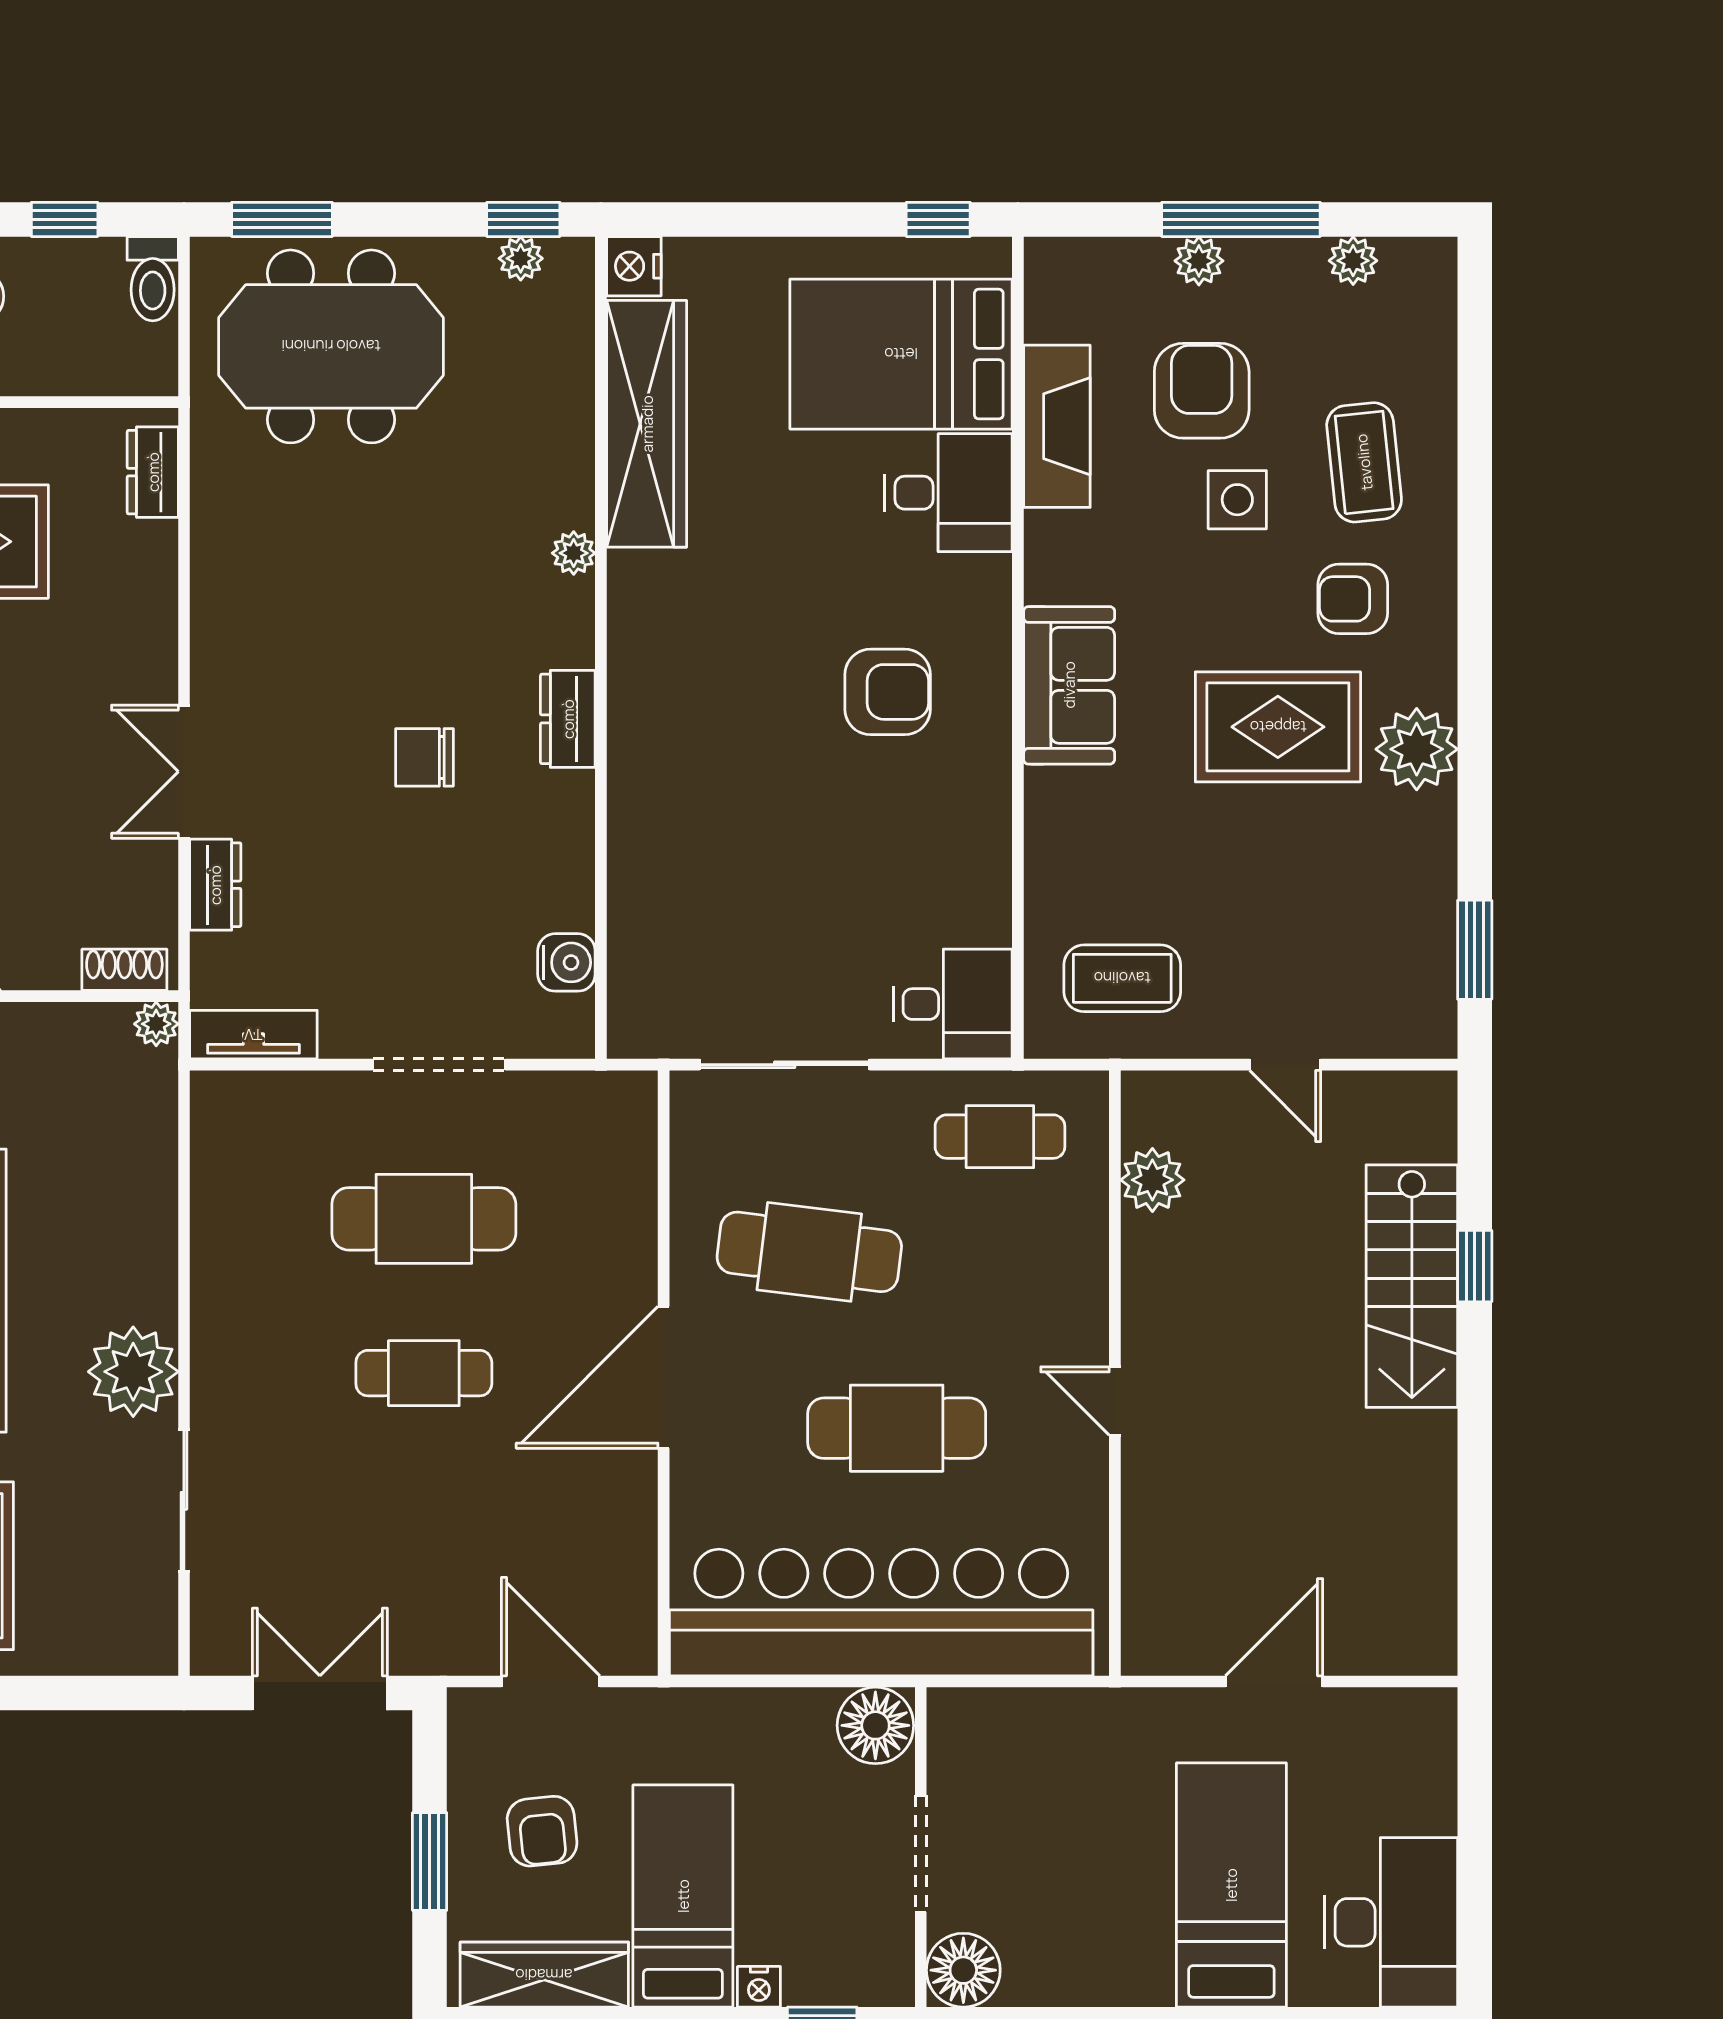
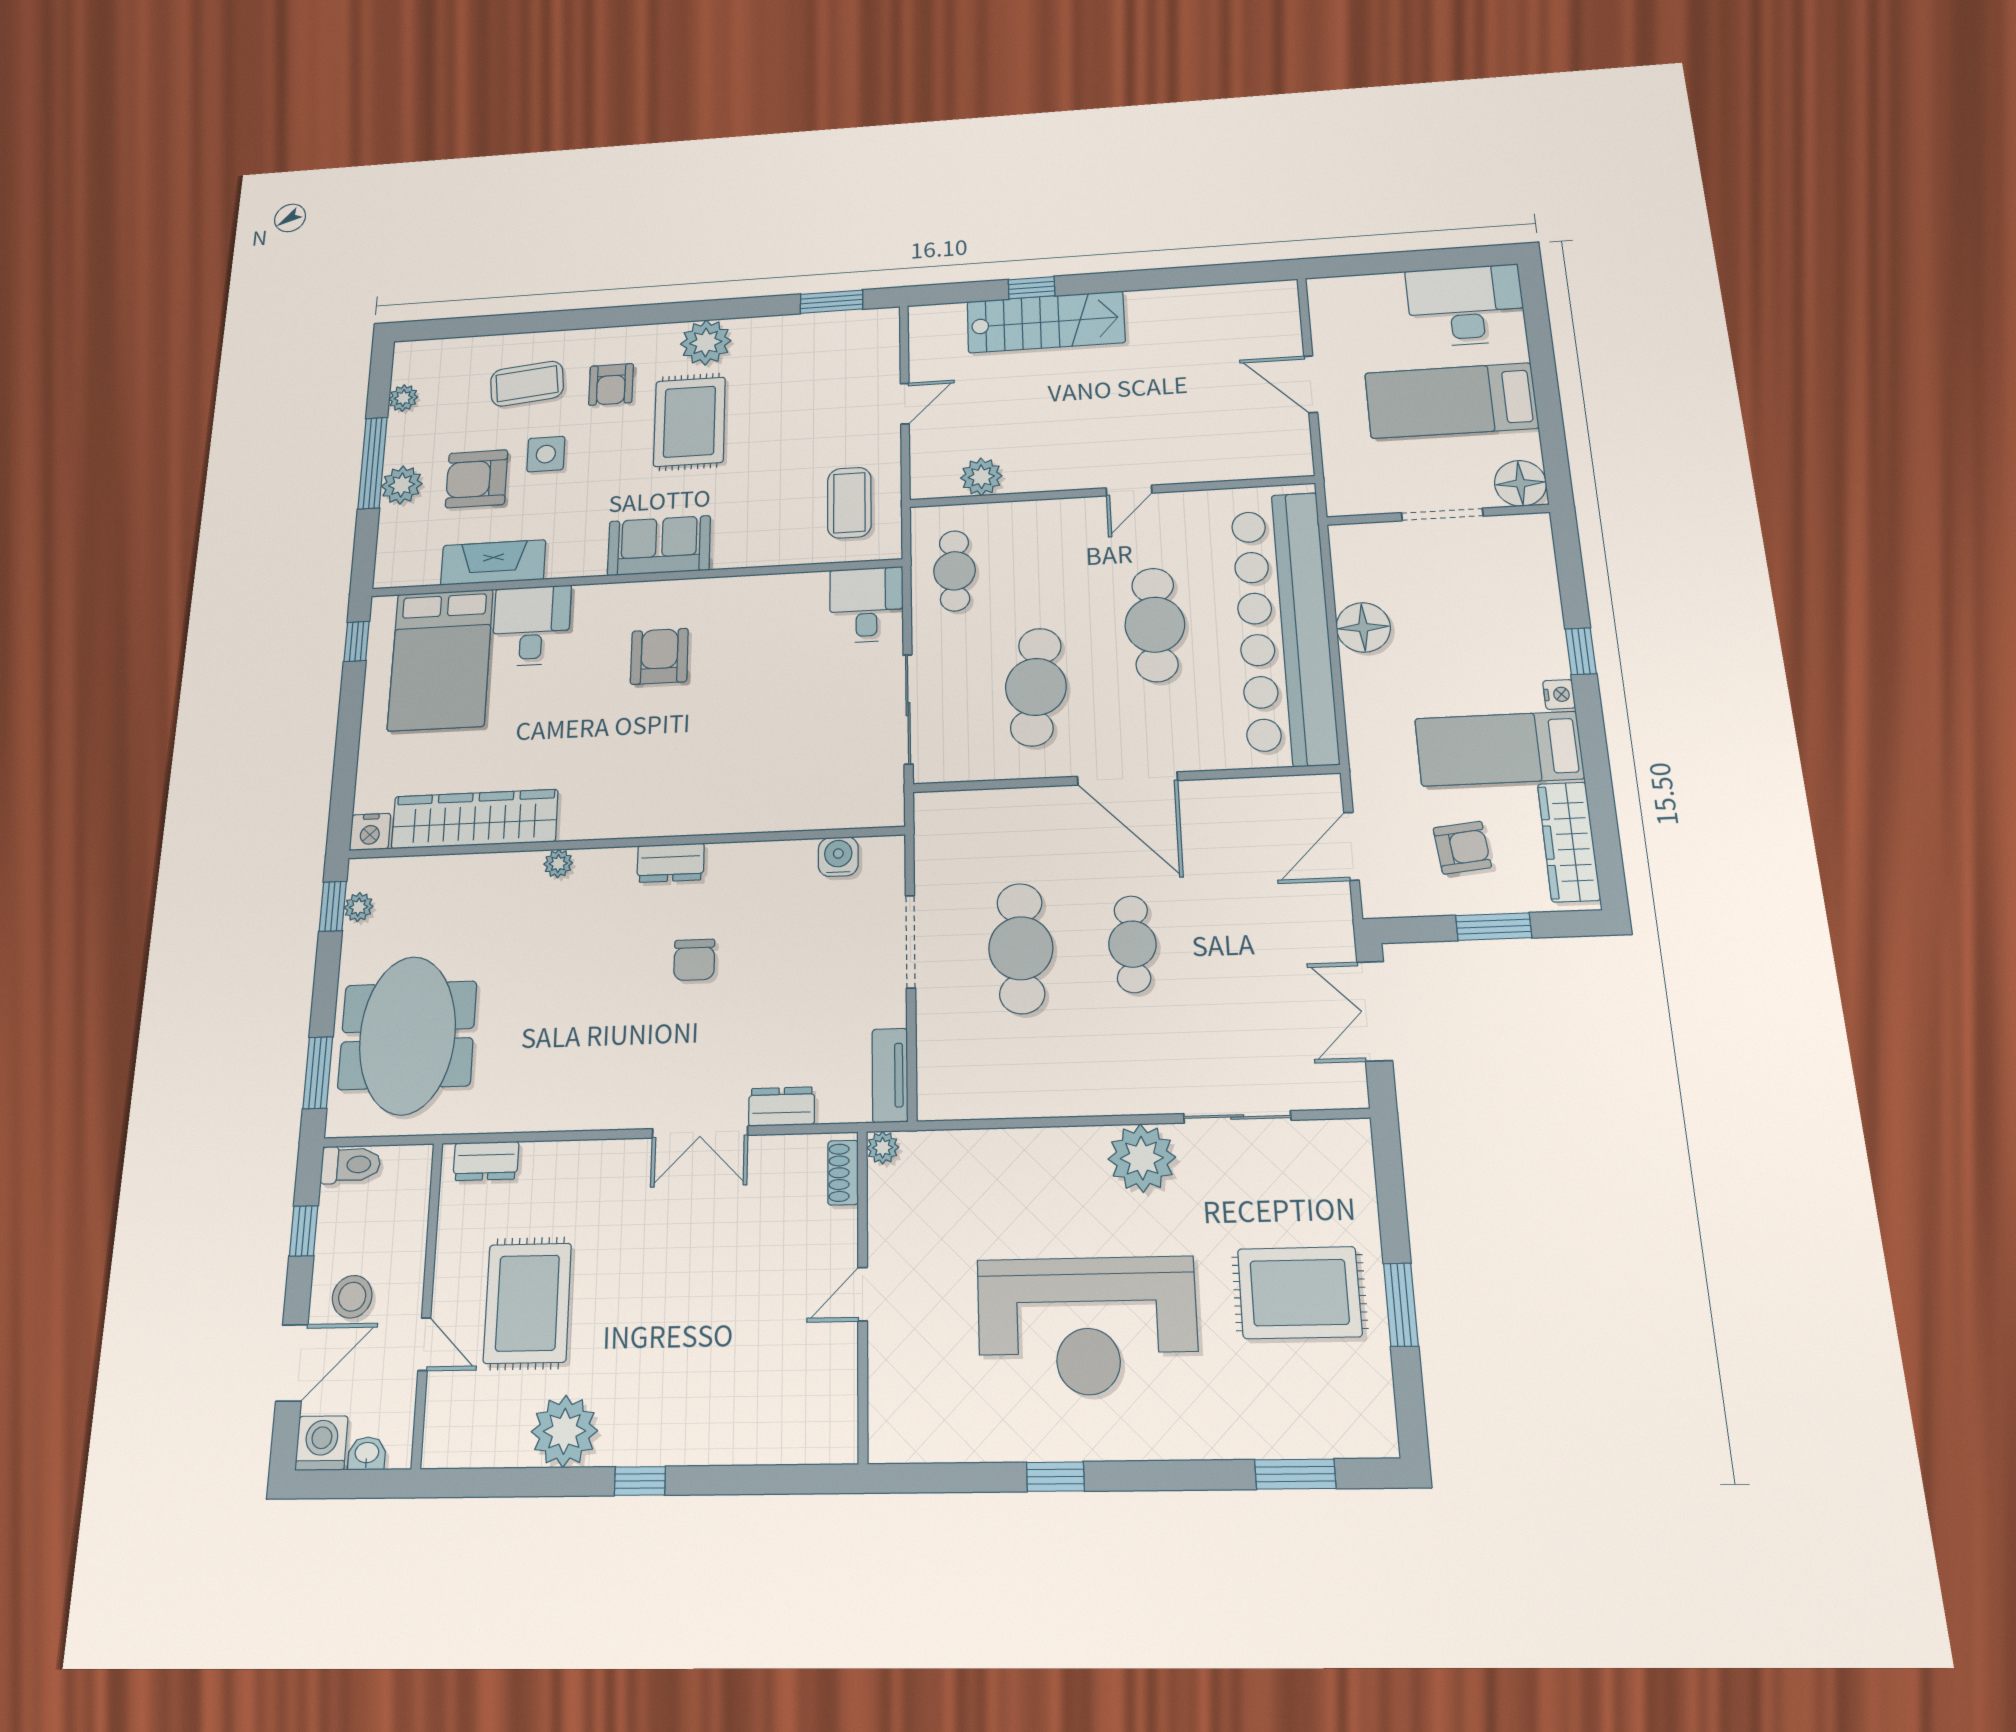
plant: (1199, 261) -> (402, 485), width x1.38, depth x1.38
wall: (921, 1847) -> (1438, 515), moved
doorway: (921, 1854) -> (1442, 514), moved
floor lamp: (963, 1970) -> (1520, 483), moved

